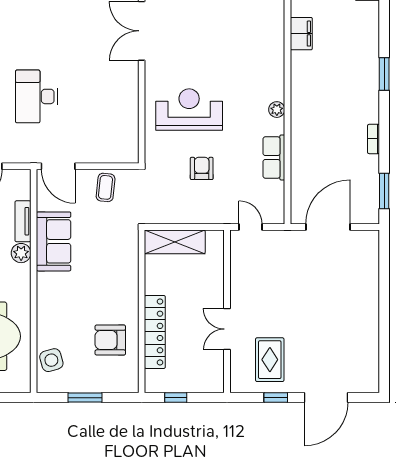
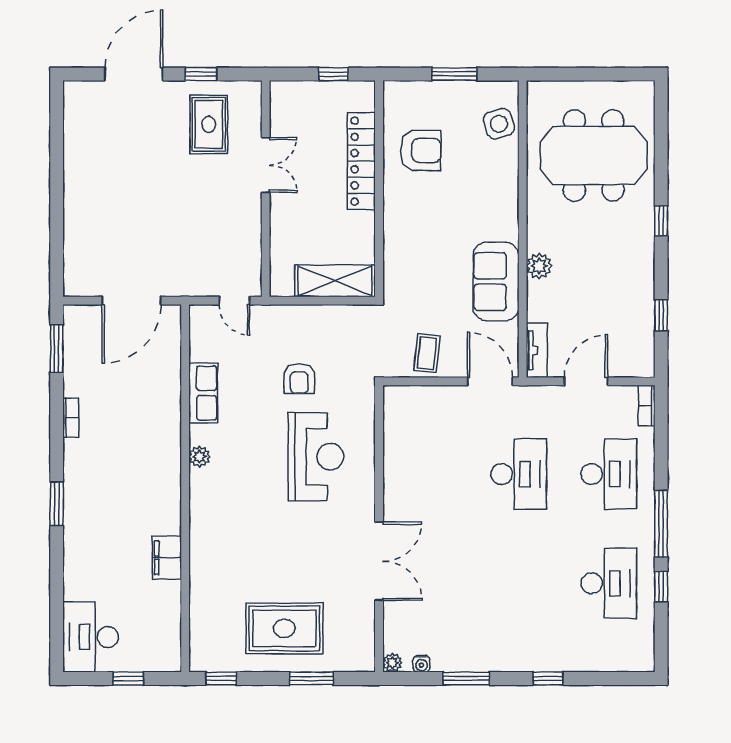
reception desk: (189, 110) -> (316, 457), turned -90
tv unit: (23, 221) -> (537, 350), moved

